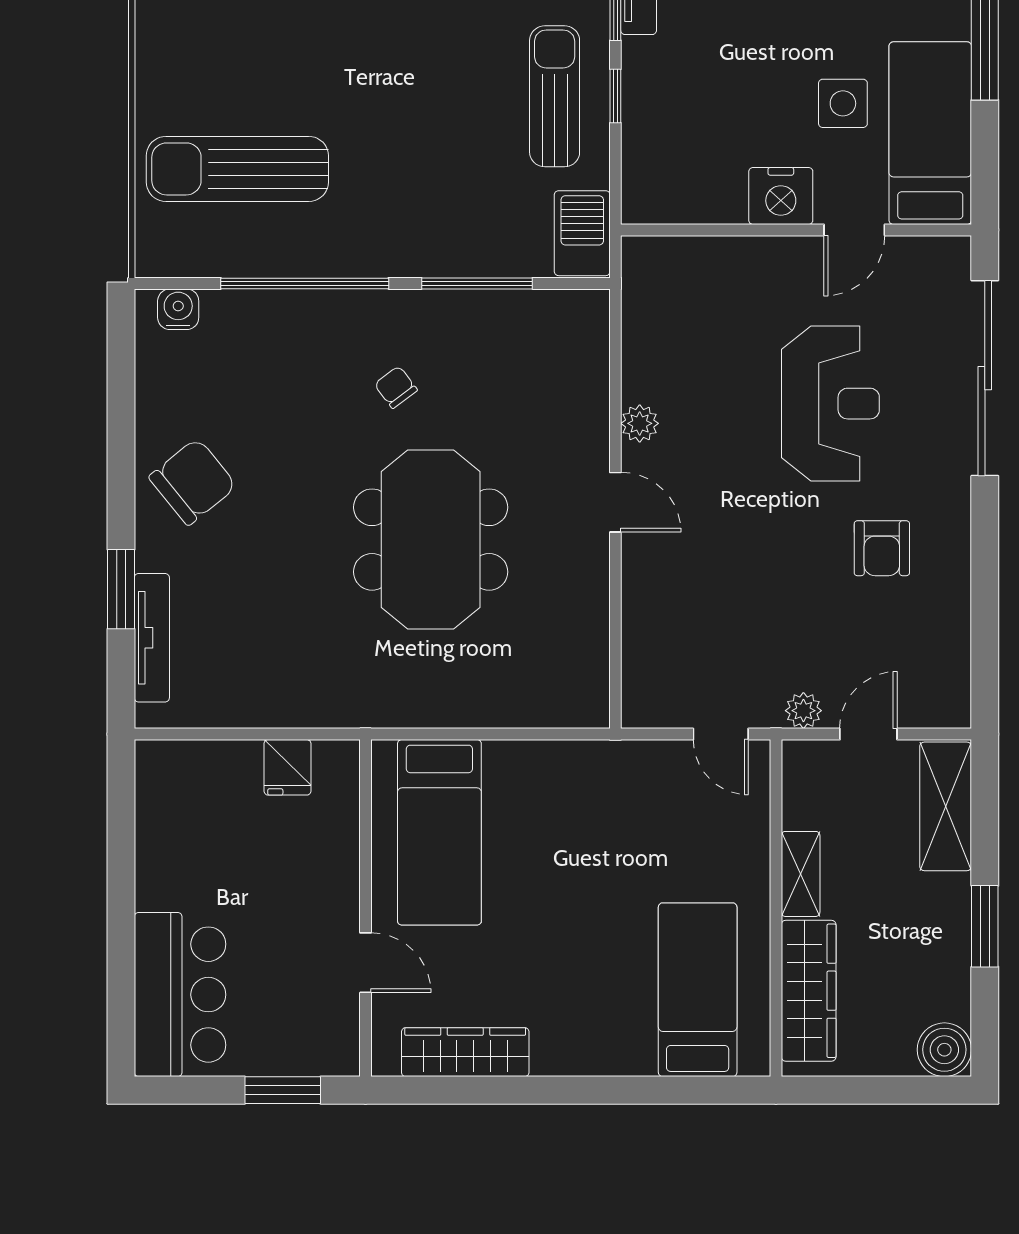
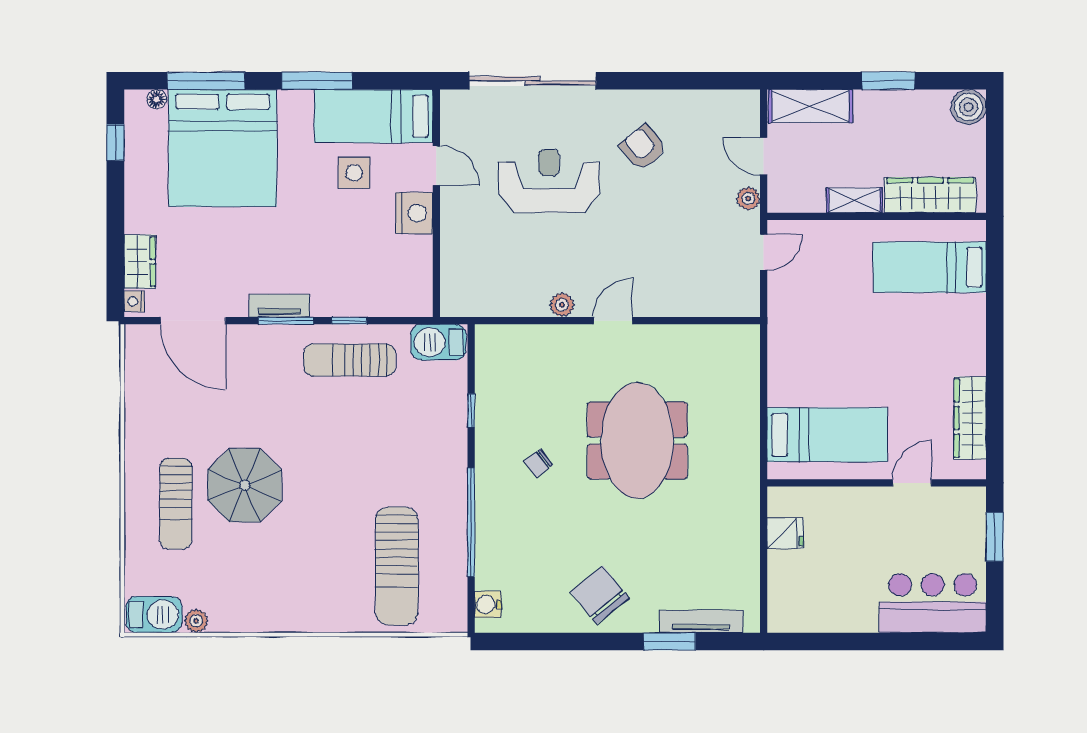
window: (477, 283) -> (471, 410), width x0.46
meeting table: (431, 540) -> (637, 441), turned 90
armchair: (882, 548) -> (643, 148), turned -129

